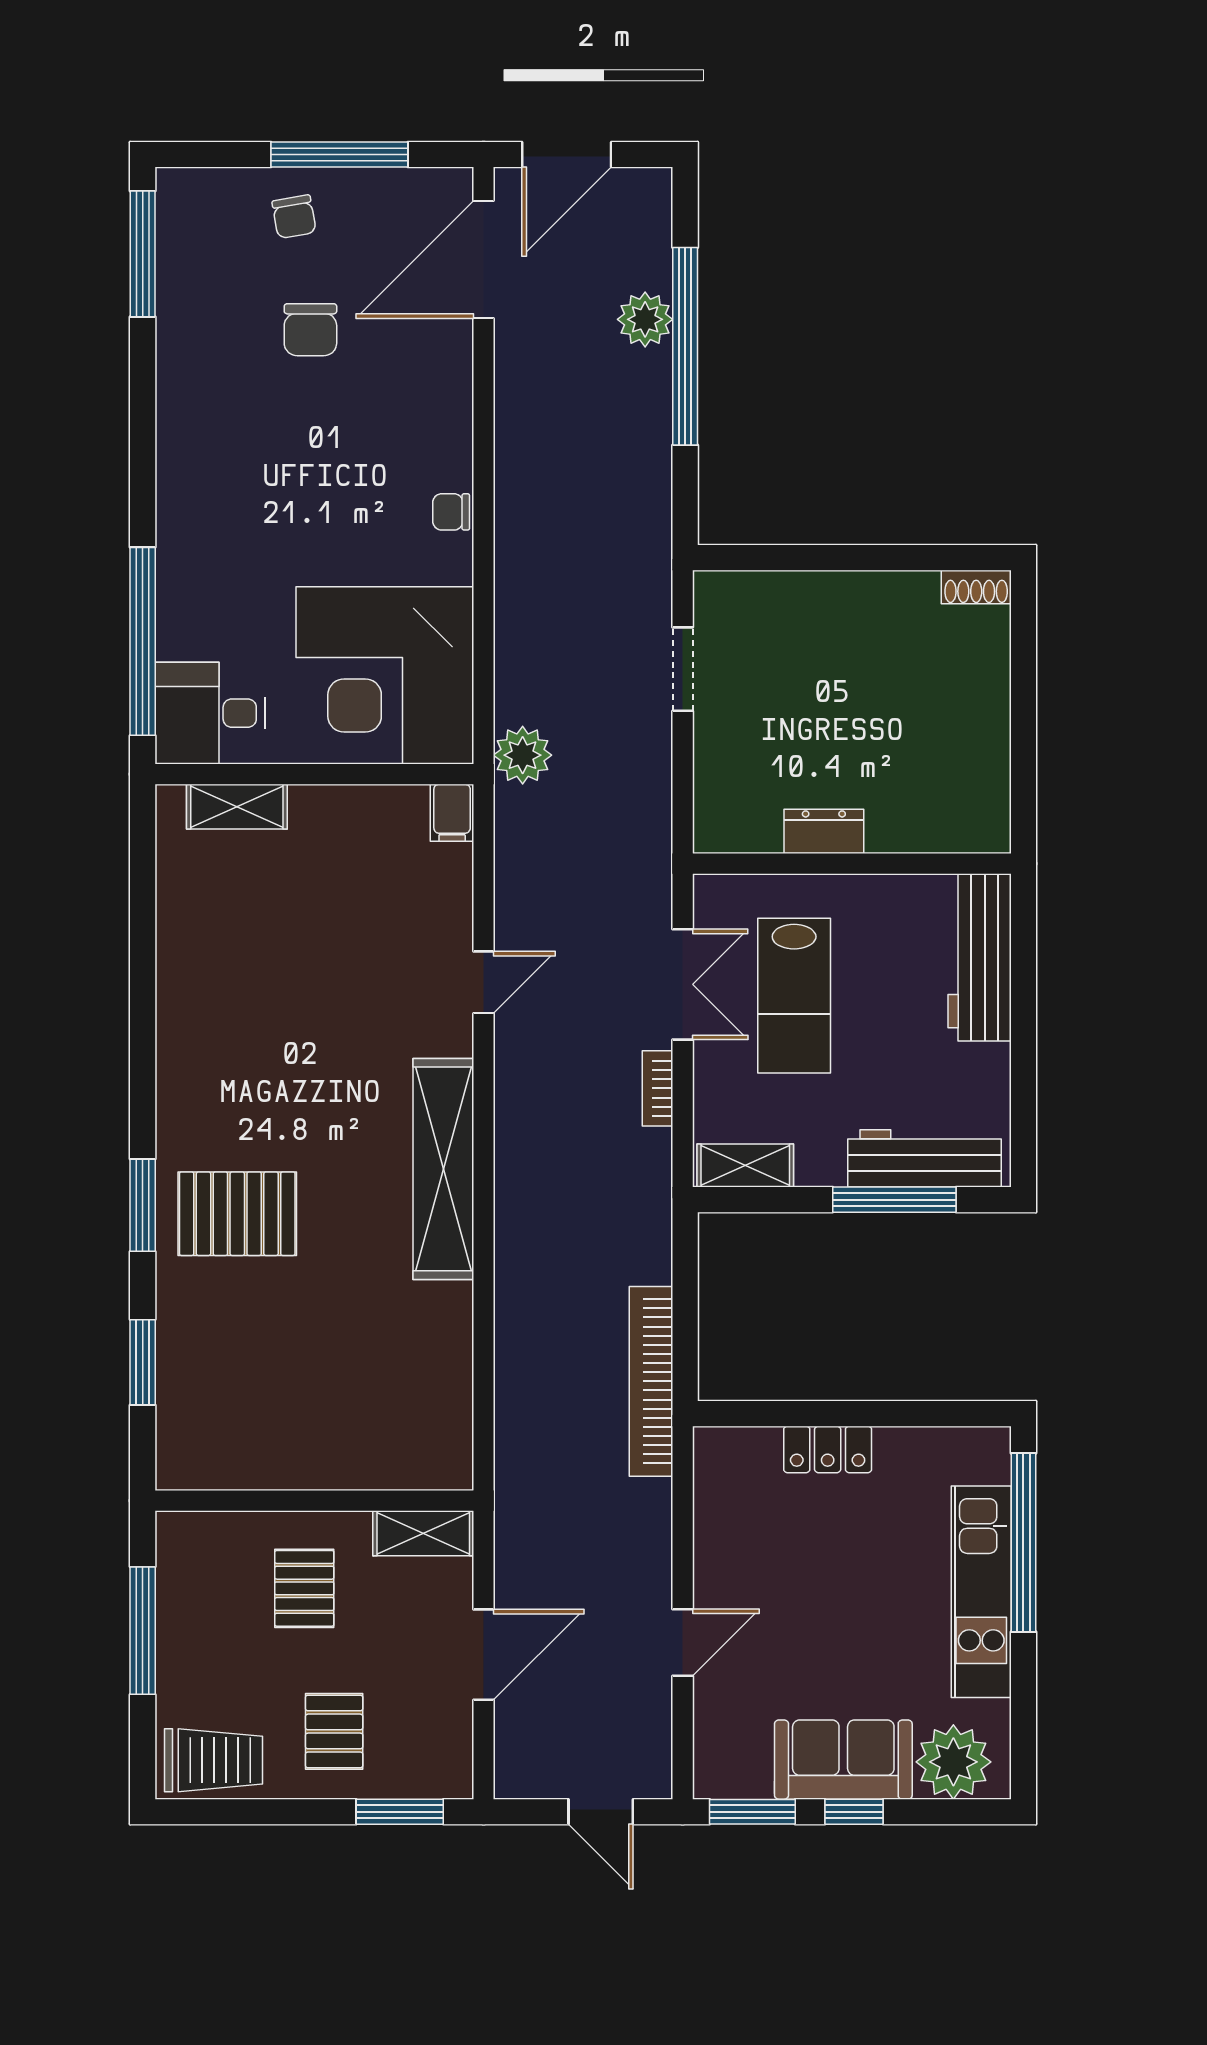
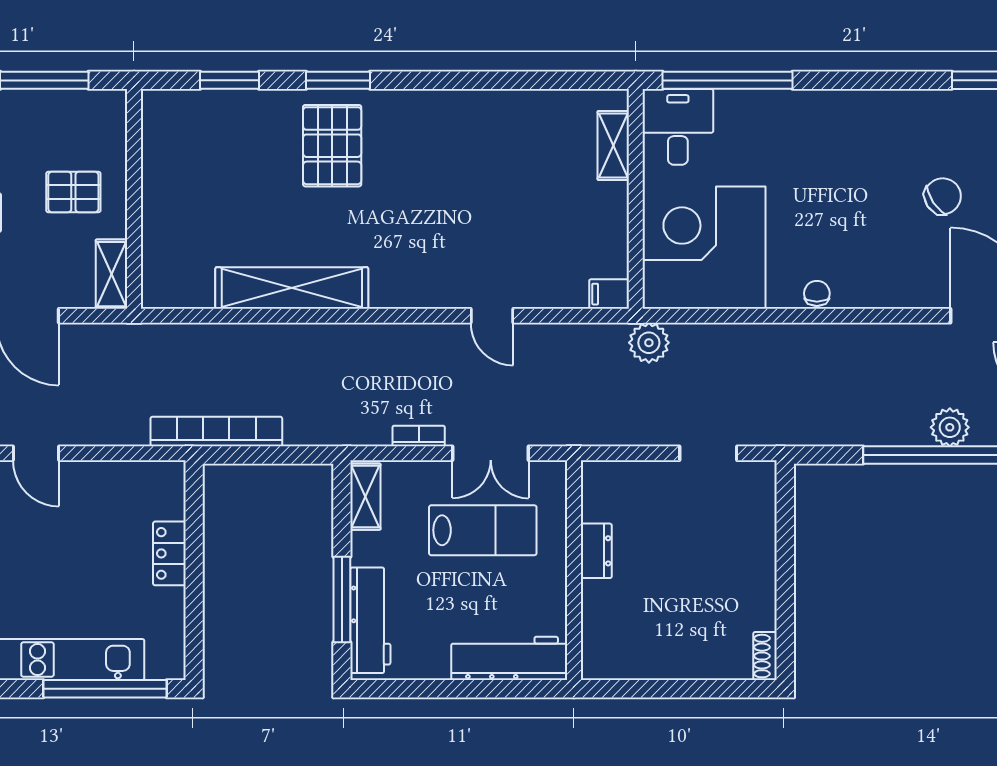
chair: (310, 330) -> (943, 196), turned 146
lab bench: (794, 996) -> (483, 530), turned 180
shelving: (443, 1169) -> (292, 288), moved

